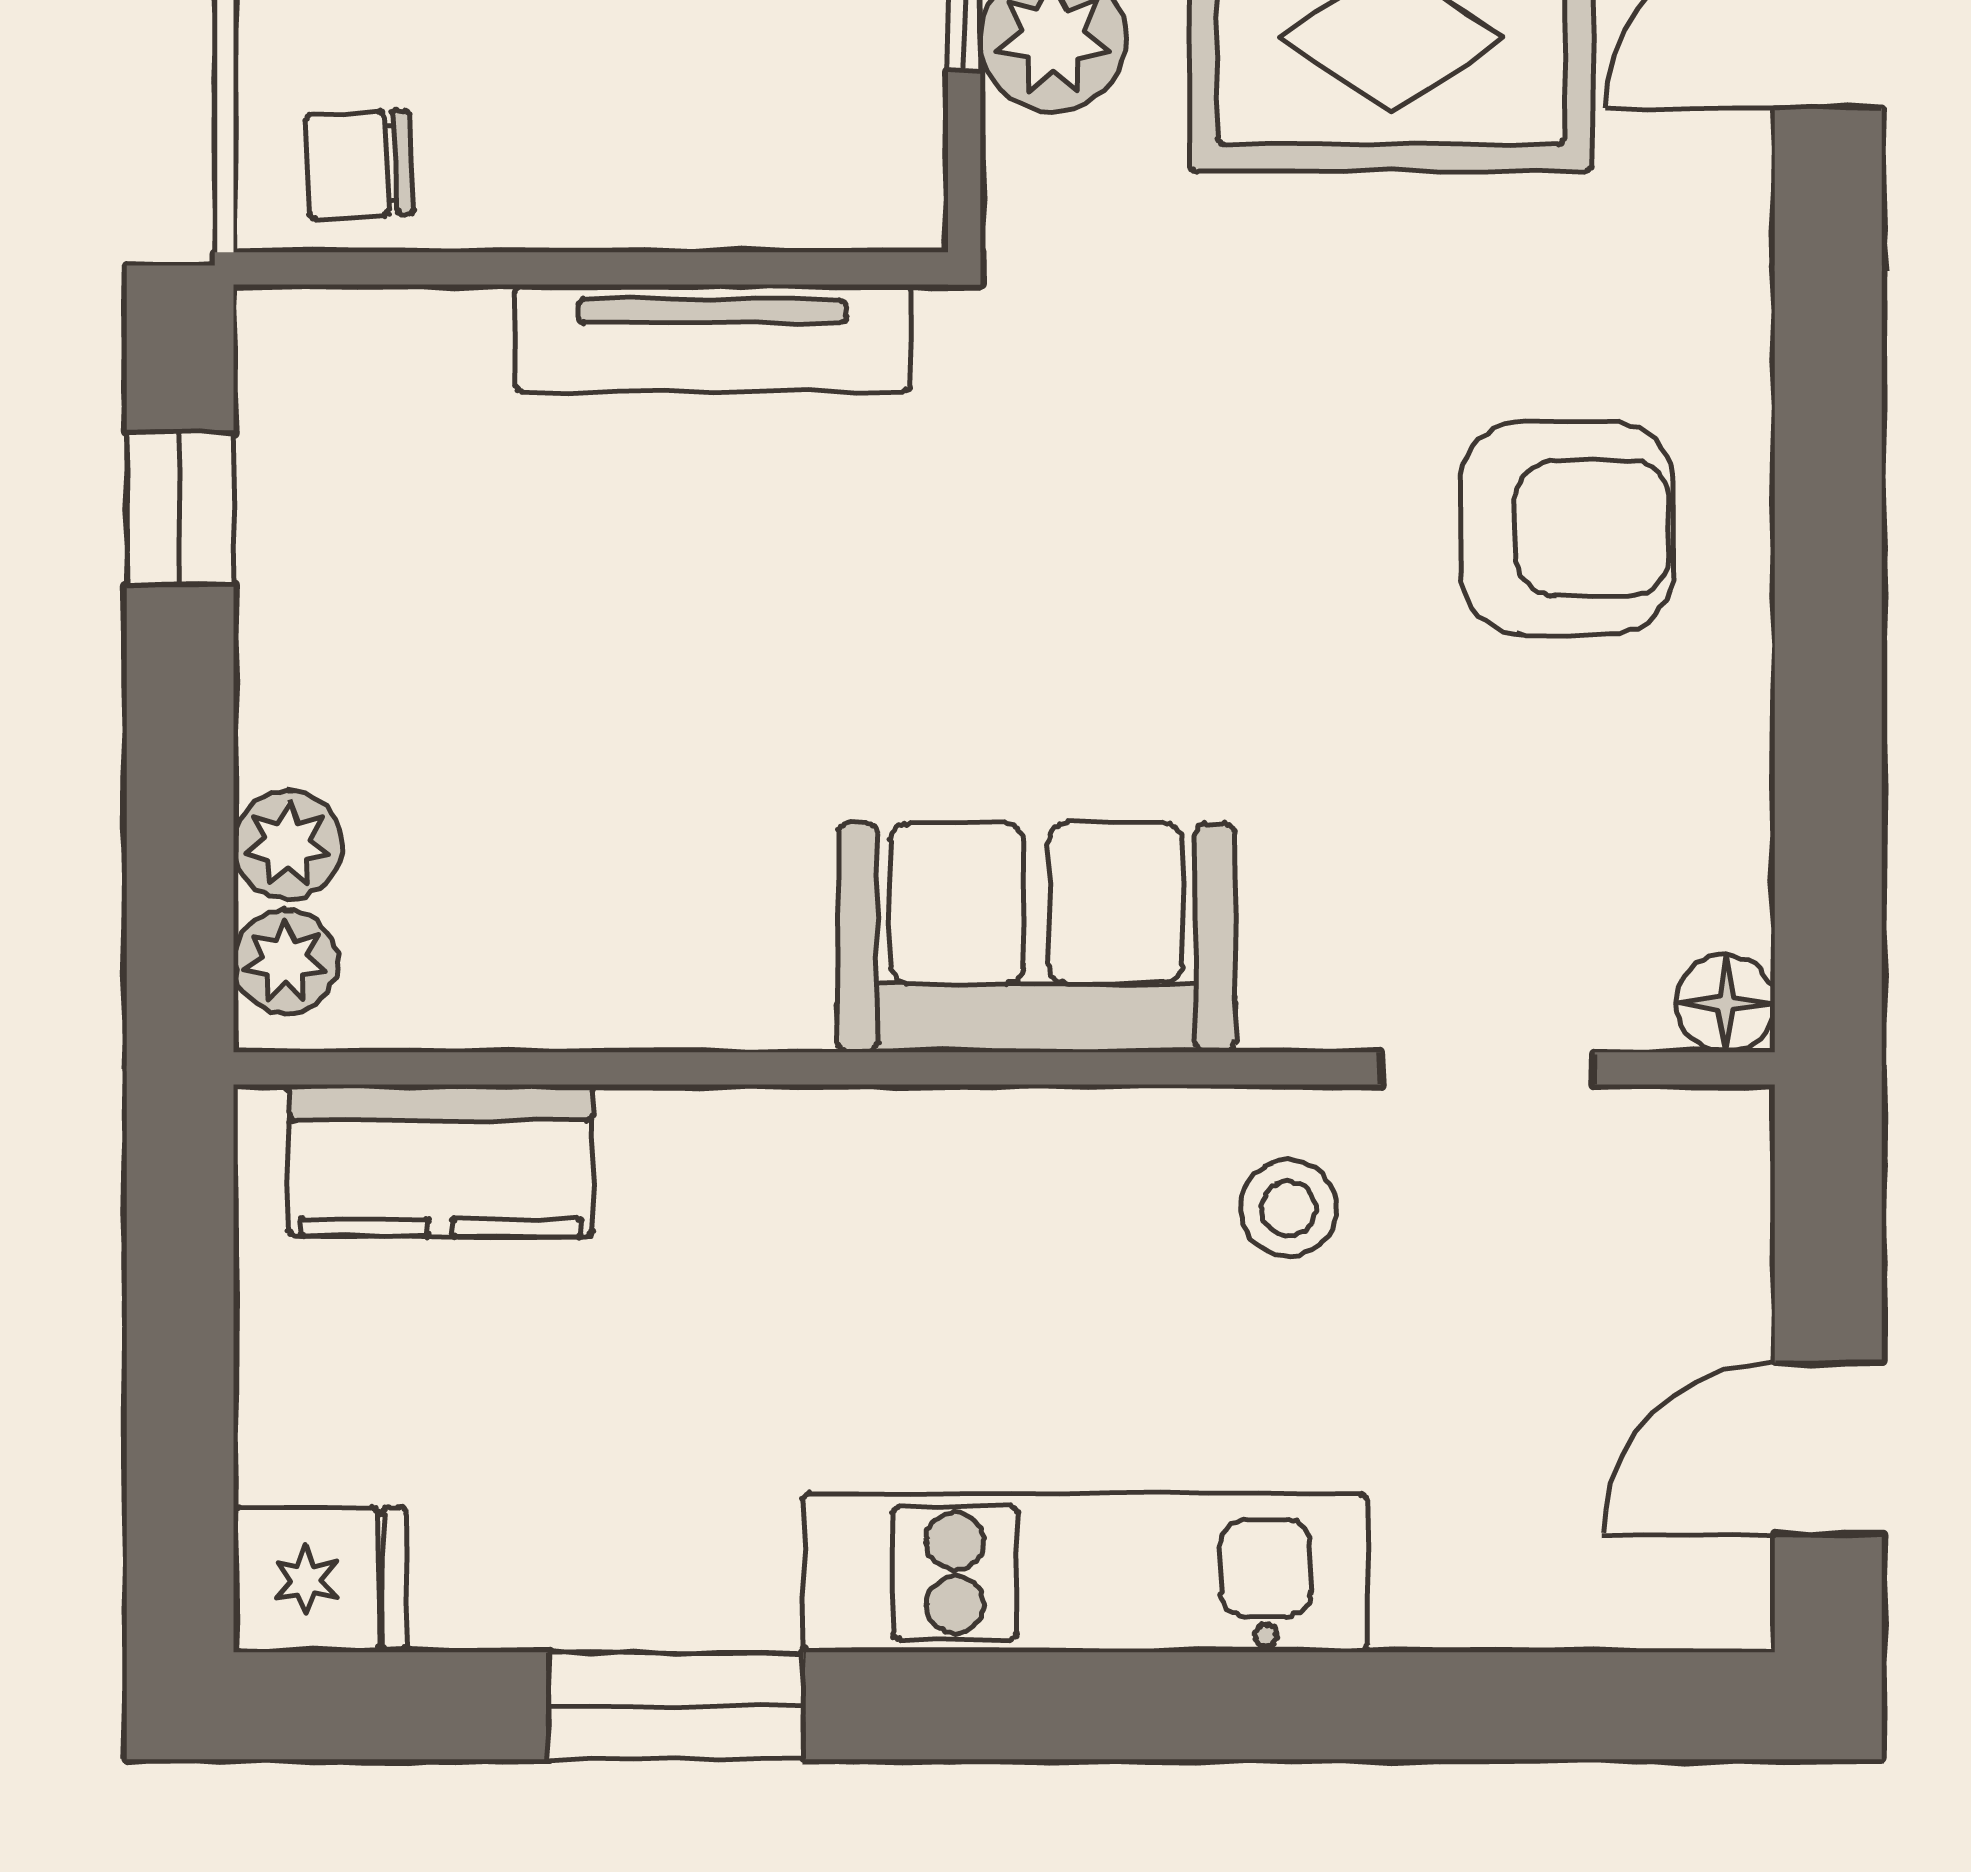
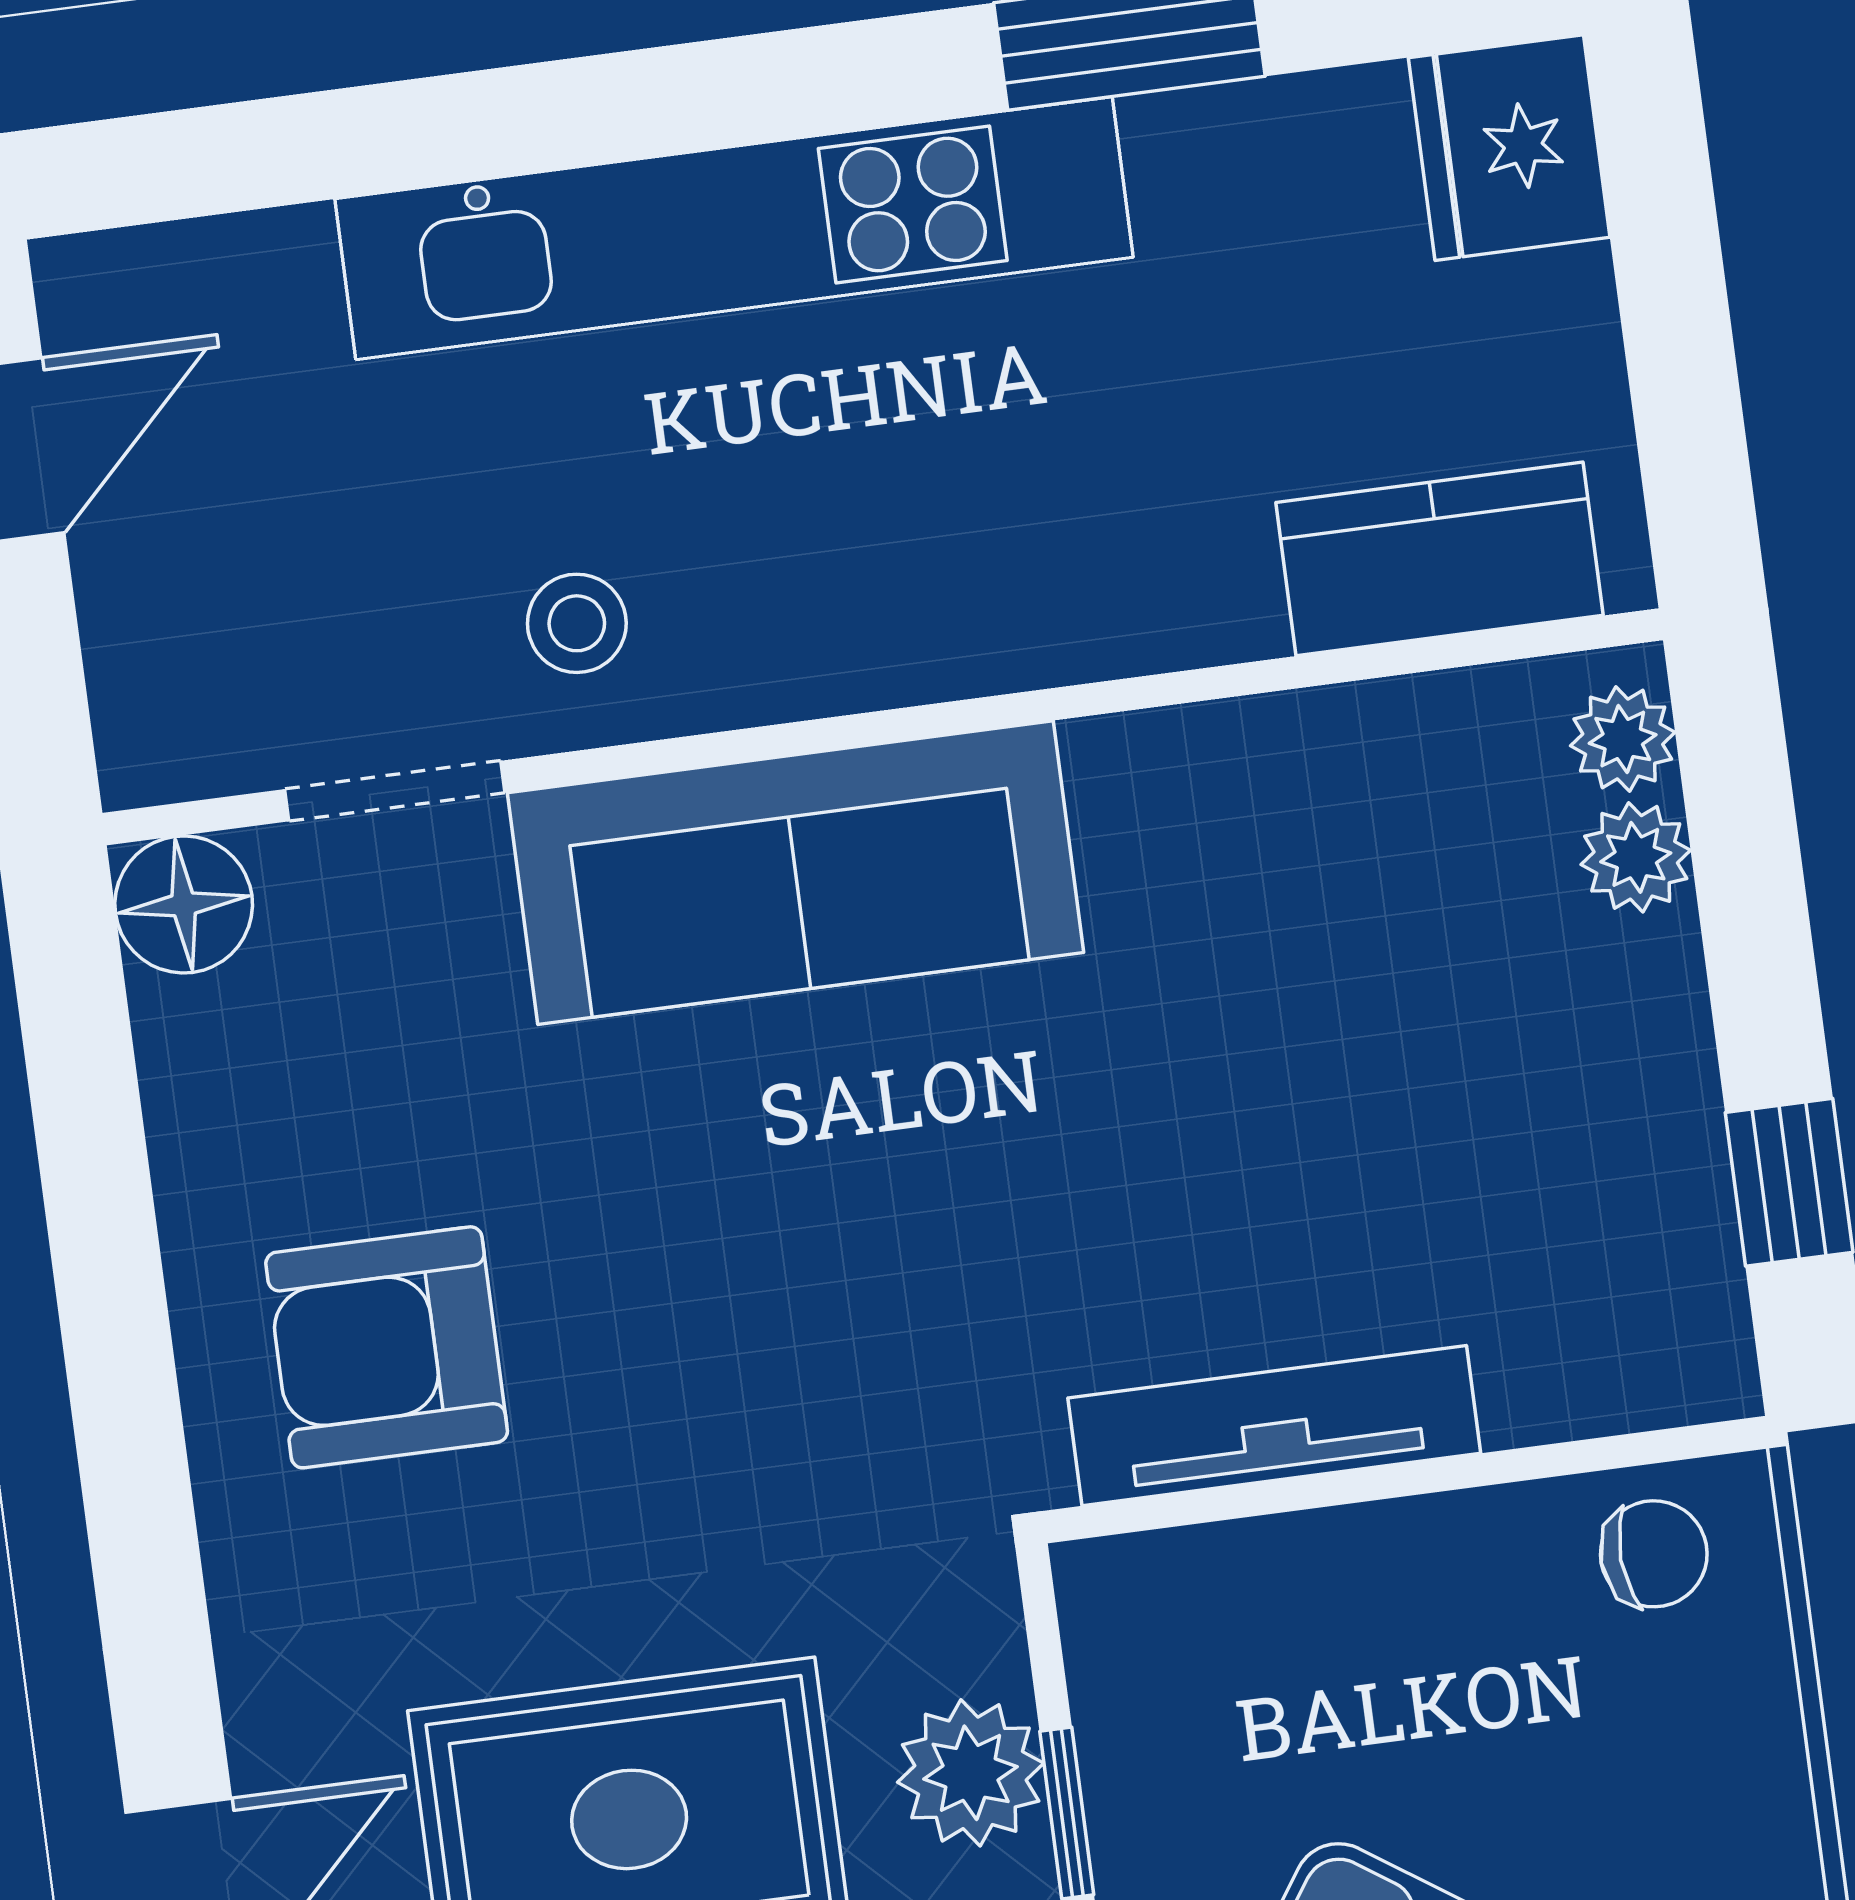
sofa: (1036, 938) -> (795, 873), width x1.36
floor lamp: (1726, 1003) -> (184, 904), width x1.37, depth x1.37
kitchen unit: (1085, 1573) -> (734, 228), width x1.36
fridge: (320, 1580) -> (1509, 148), width x1.38

